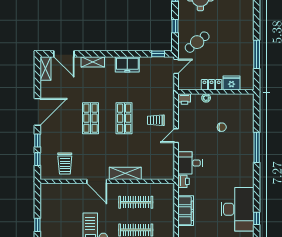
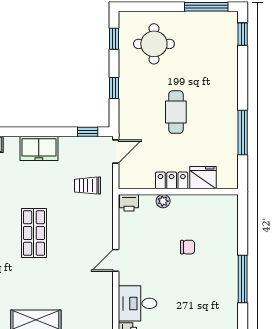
cafe table: (197, 42) -> (176, 112), moved, turned -52
trolley: (156, 120) -> (88, 186), moved

